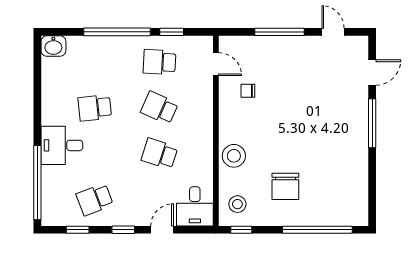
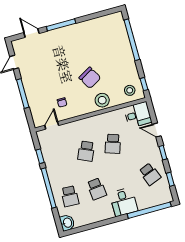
school desk: (159, 62) -> (70, 196), moved
chair: (285, 186) -> (90, 78), moved, turned 60

